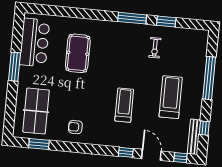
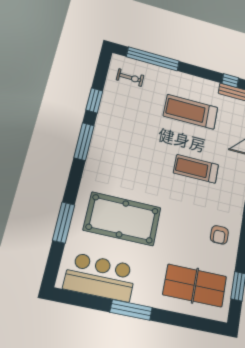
window: (70, 12) -> (64, 222), added
exercise bike: (155, 48) -> (130, 78), moved
pool table: (78, 53) -> (122, 219), width x1.36, depth x1.32
window: (209, 78) -> (153, 59), moved

